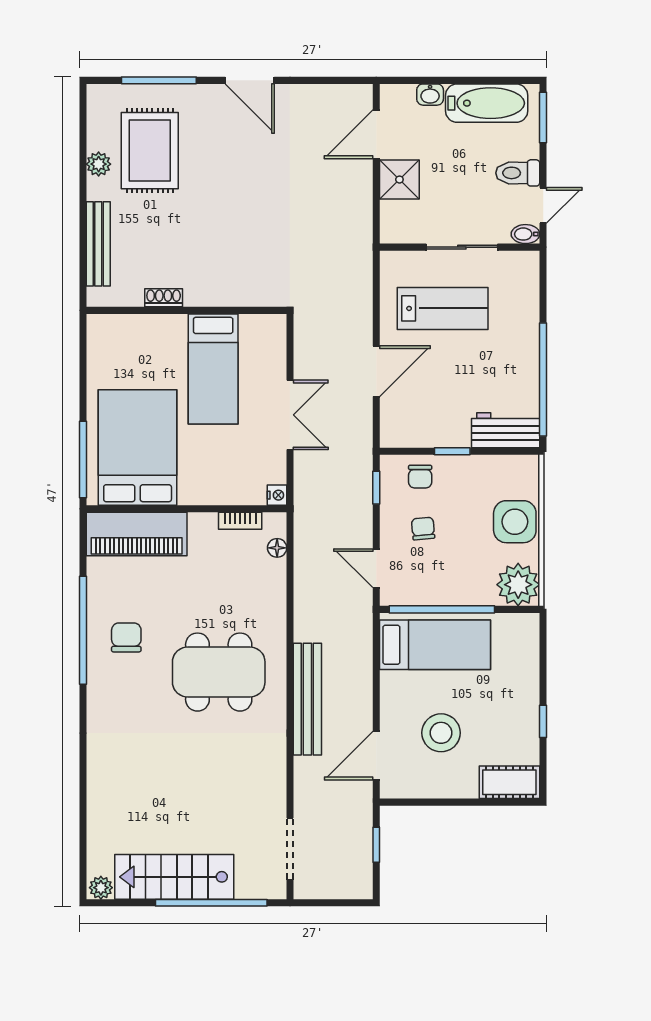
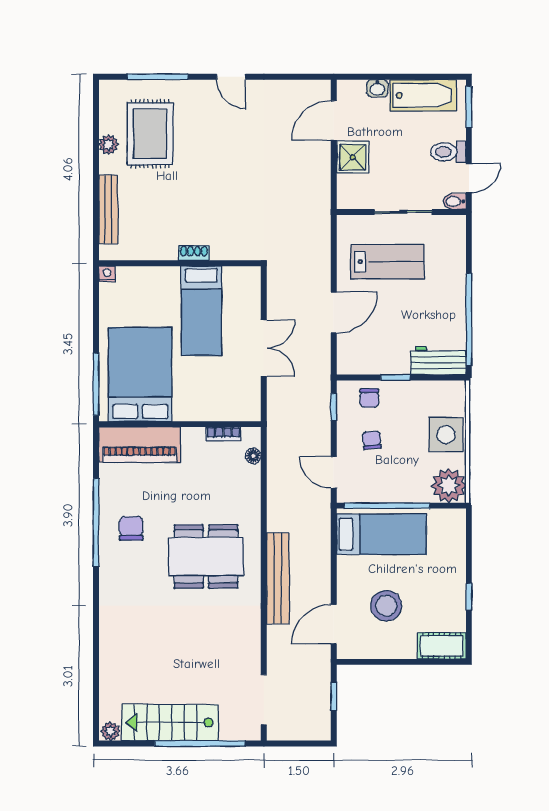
door: (250, 80) -> (231, 77), width x0.73
shoe rack: (164, 298) -> (194, 253), moved
nightstand: (277, 495) -> (107, 274), moved, turned -90

